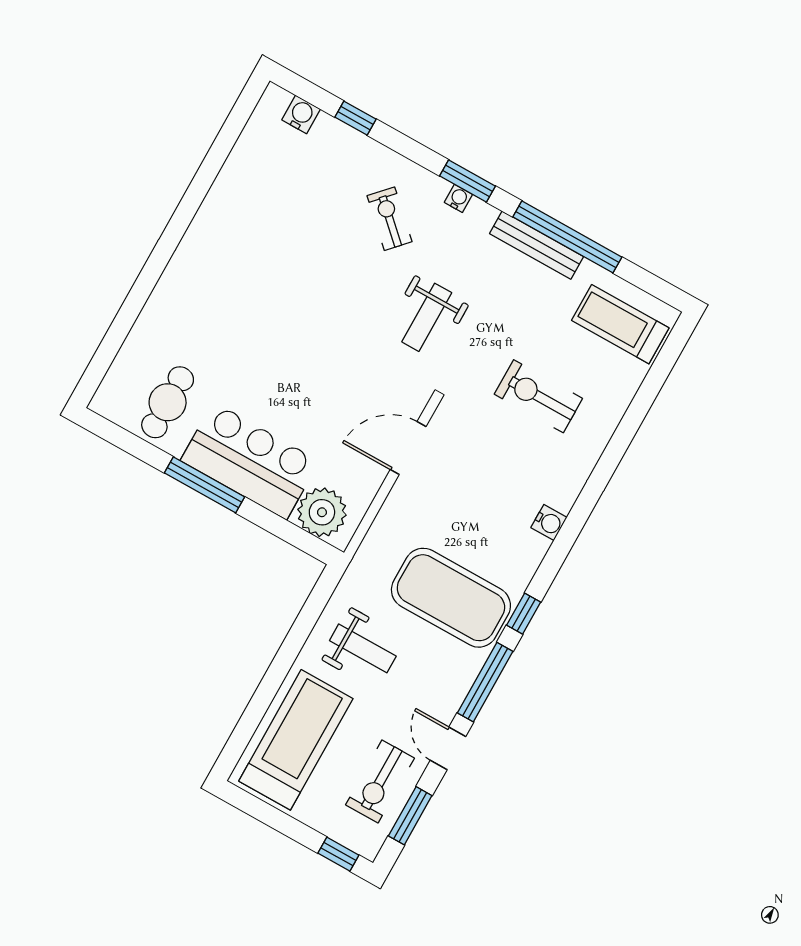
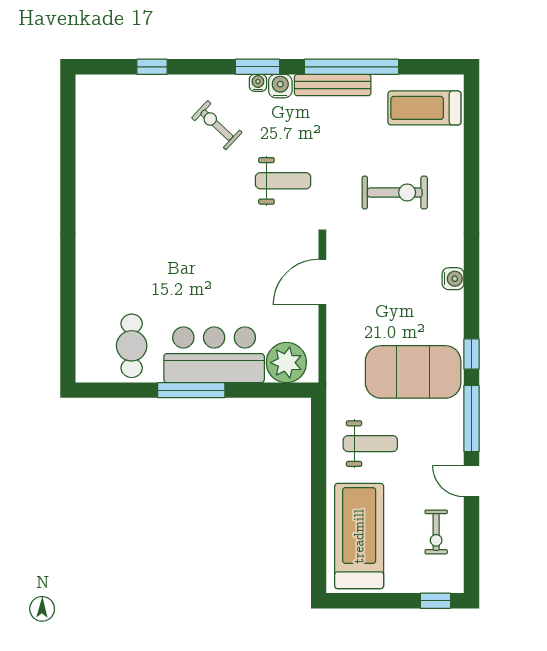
water cooler: (301, 114) -> (280, 86), moved
weight bench: (427, 317) -> (283, 181), turned -90
exercise bike: (538, 396) -> (395, 193), turned 180
exercise bike: (380, 781) -> (436, 532), width x0.73, depth x0.72
window: (410, 816) -> (471, 544), removed

